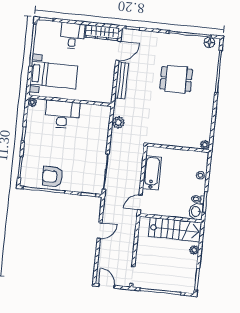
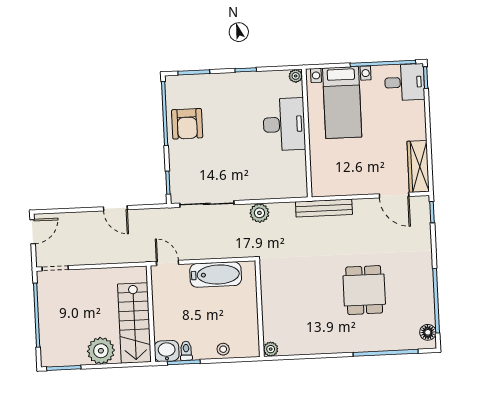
desk: (72, 36) -> (405, 82), moved
bench: (121, 80) -> (324, 208), moved
plant: (118, 122) -> (259, 213), moved
armchair: (52, 176) -> (187, 124), turned 180
plant: (194, 250) -> (101, 351), width x1.87, depth x1.87

